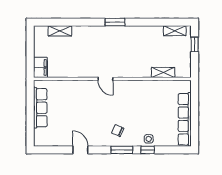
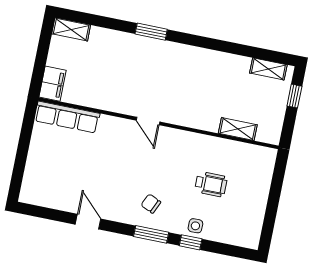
window: (115, 22) -> (151, 32), moved
shelving: (60, 31) -> (71, 29), moved
row of seats: (40, 108) -> (67, 117), moved, turned 90
wheelchair: (153, 111) -> (211, 184), added
row of seats: (185, 119) -> (256, 207), removed

